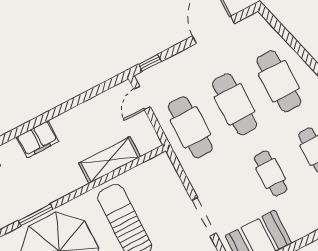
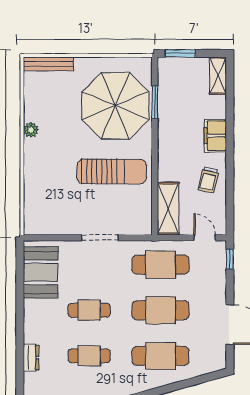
trolley: (84, 124) -> (208, 180), added
shelving: (110, 160) -> (168, 209), moved
doorway: (204, 217) -> (100, 238), moved

